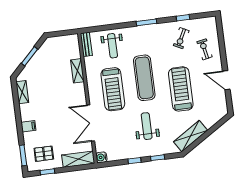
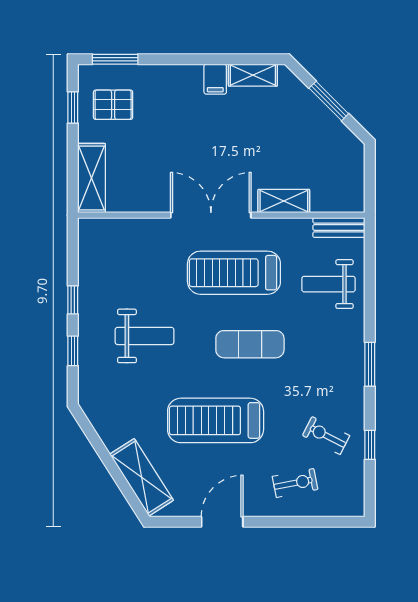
exercise mat: (144, 78) -> (250, 344), width x0.73, depth x0.69
treadmill: (181, 89) -> (216, 420), turned 180
double door: (91, 123) -> (211, 215), moved
filing cabinet: (28, 126) -> (215, 79), moved
shelving: (190, 136) -> (142, 477), moved
pallet: (44, 154) -> (113, 105), turned 90
water cooler: (101, 157) -> (89, 229), removed

